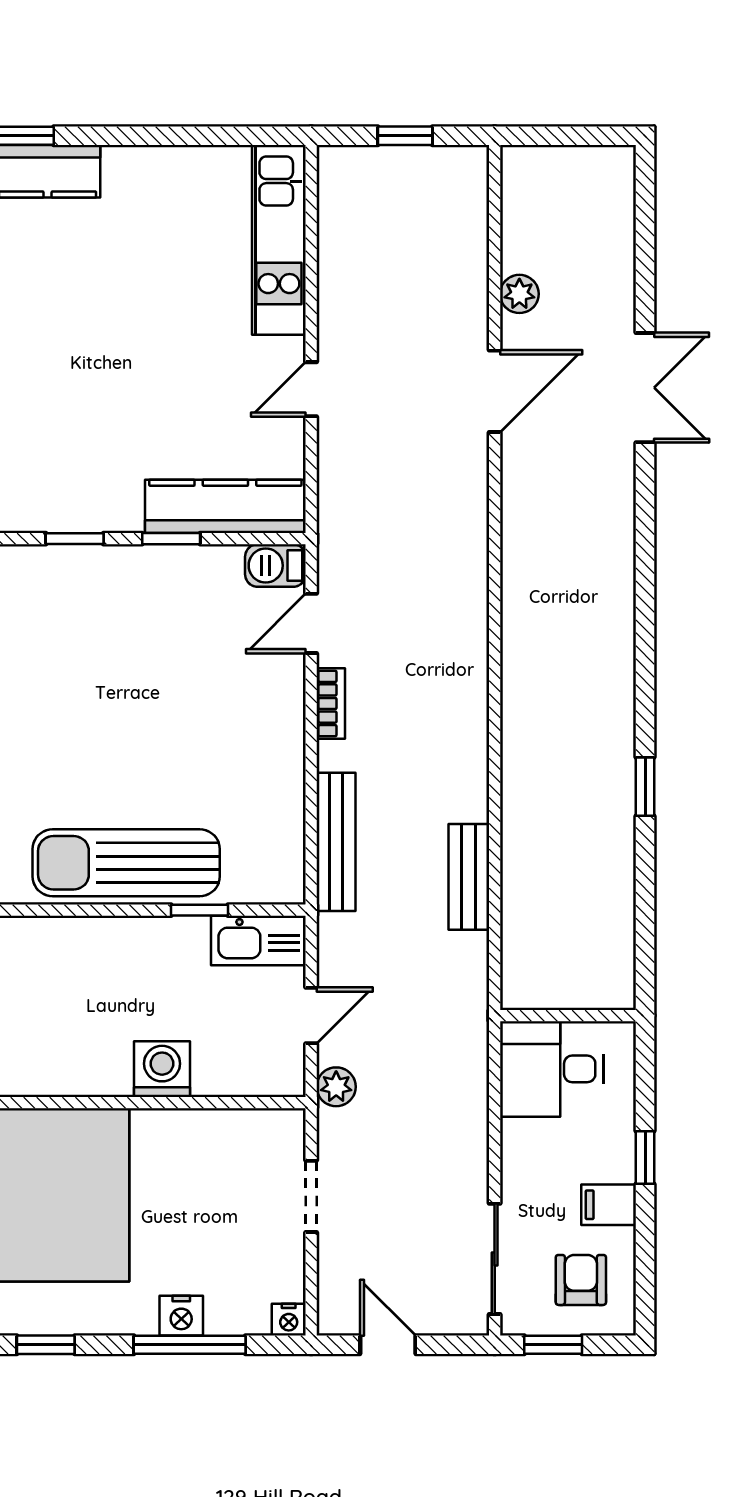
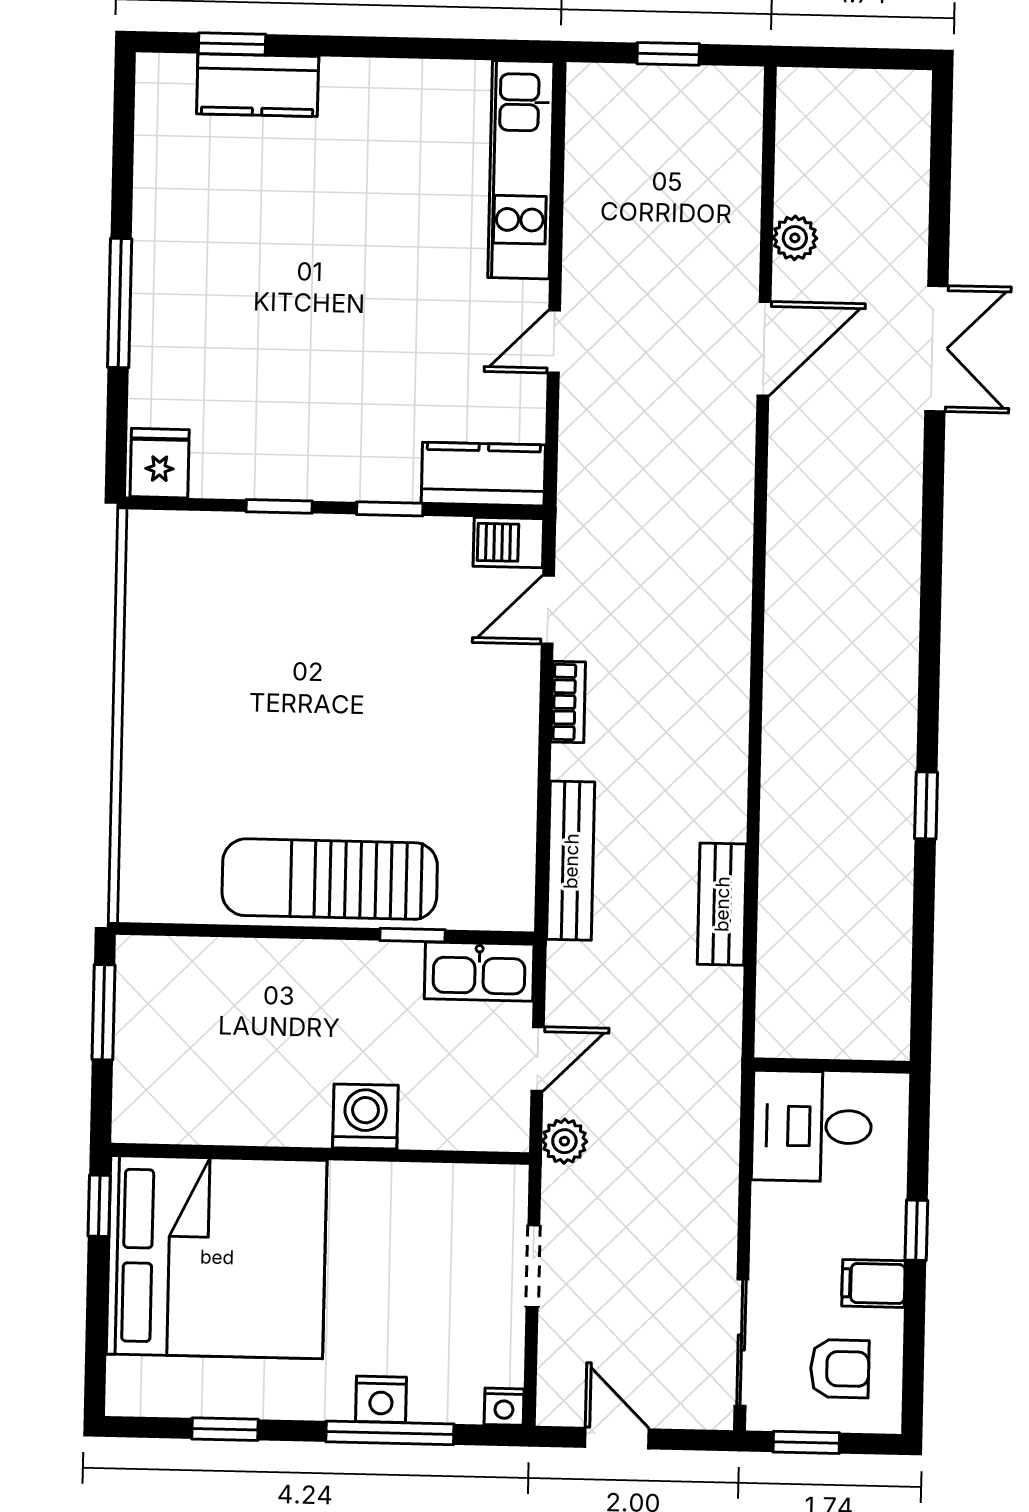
kitchen counter: (225, 506) -> (483, 474), width x0.67
armchair: (581, 1280) -> (840, 1369), turned 90

